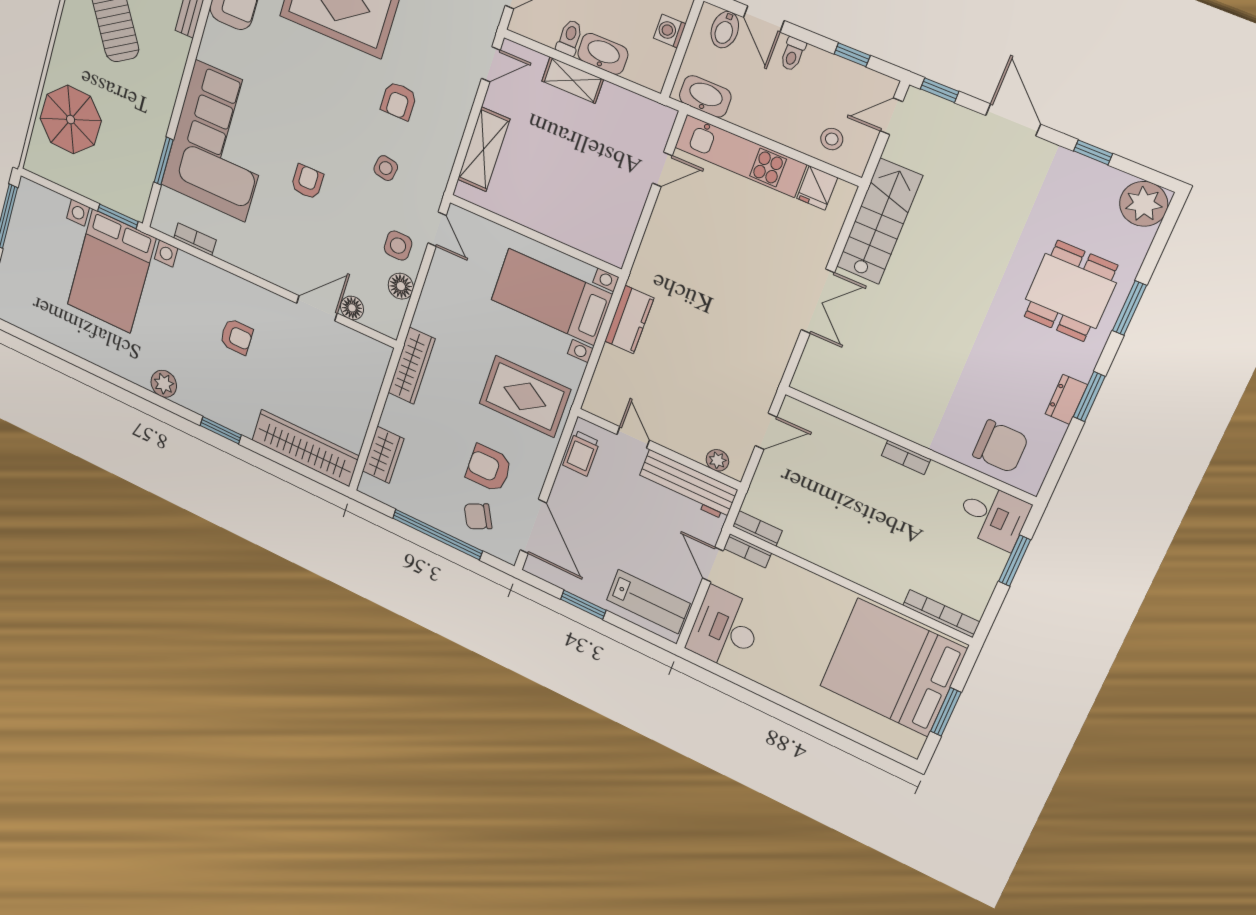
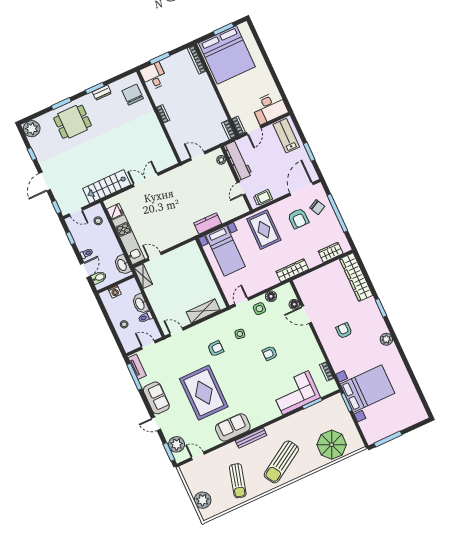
shelving: (573, 80) -> (143, 276), moved
corner sofa: (220, 141) -> (296, 393), width x0.73, depth x0.74

